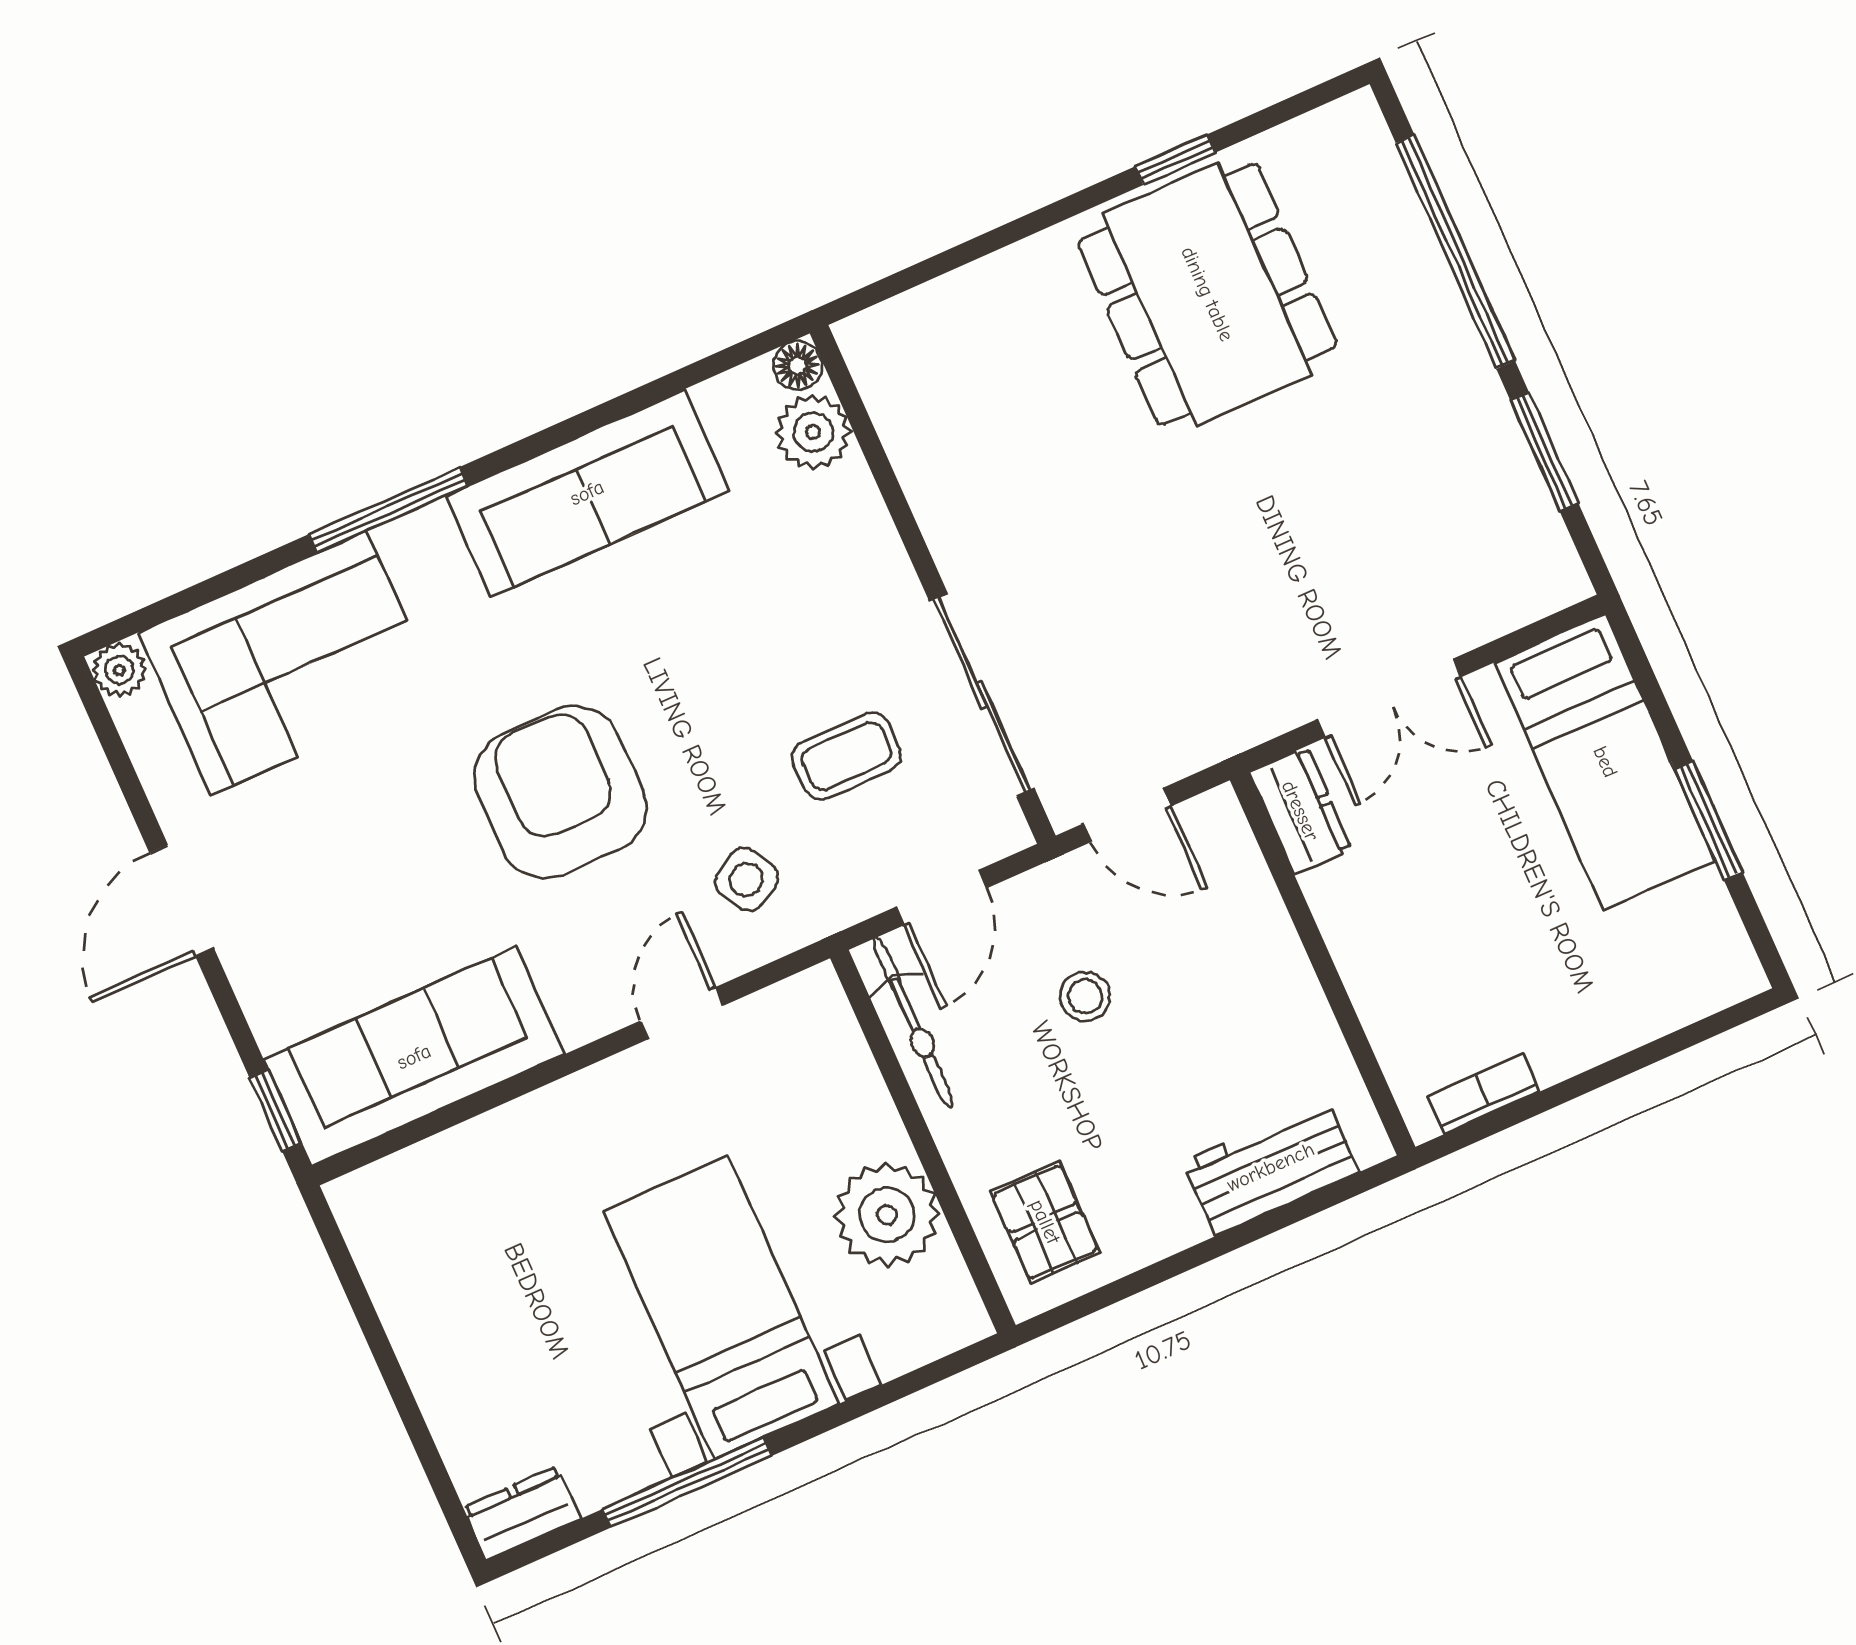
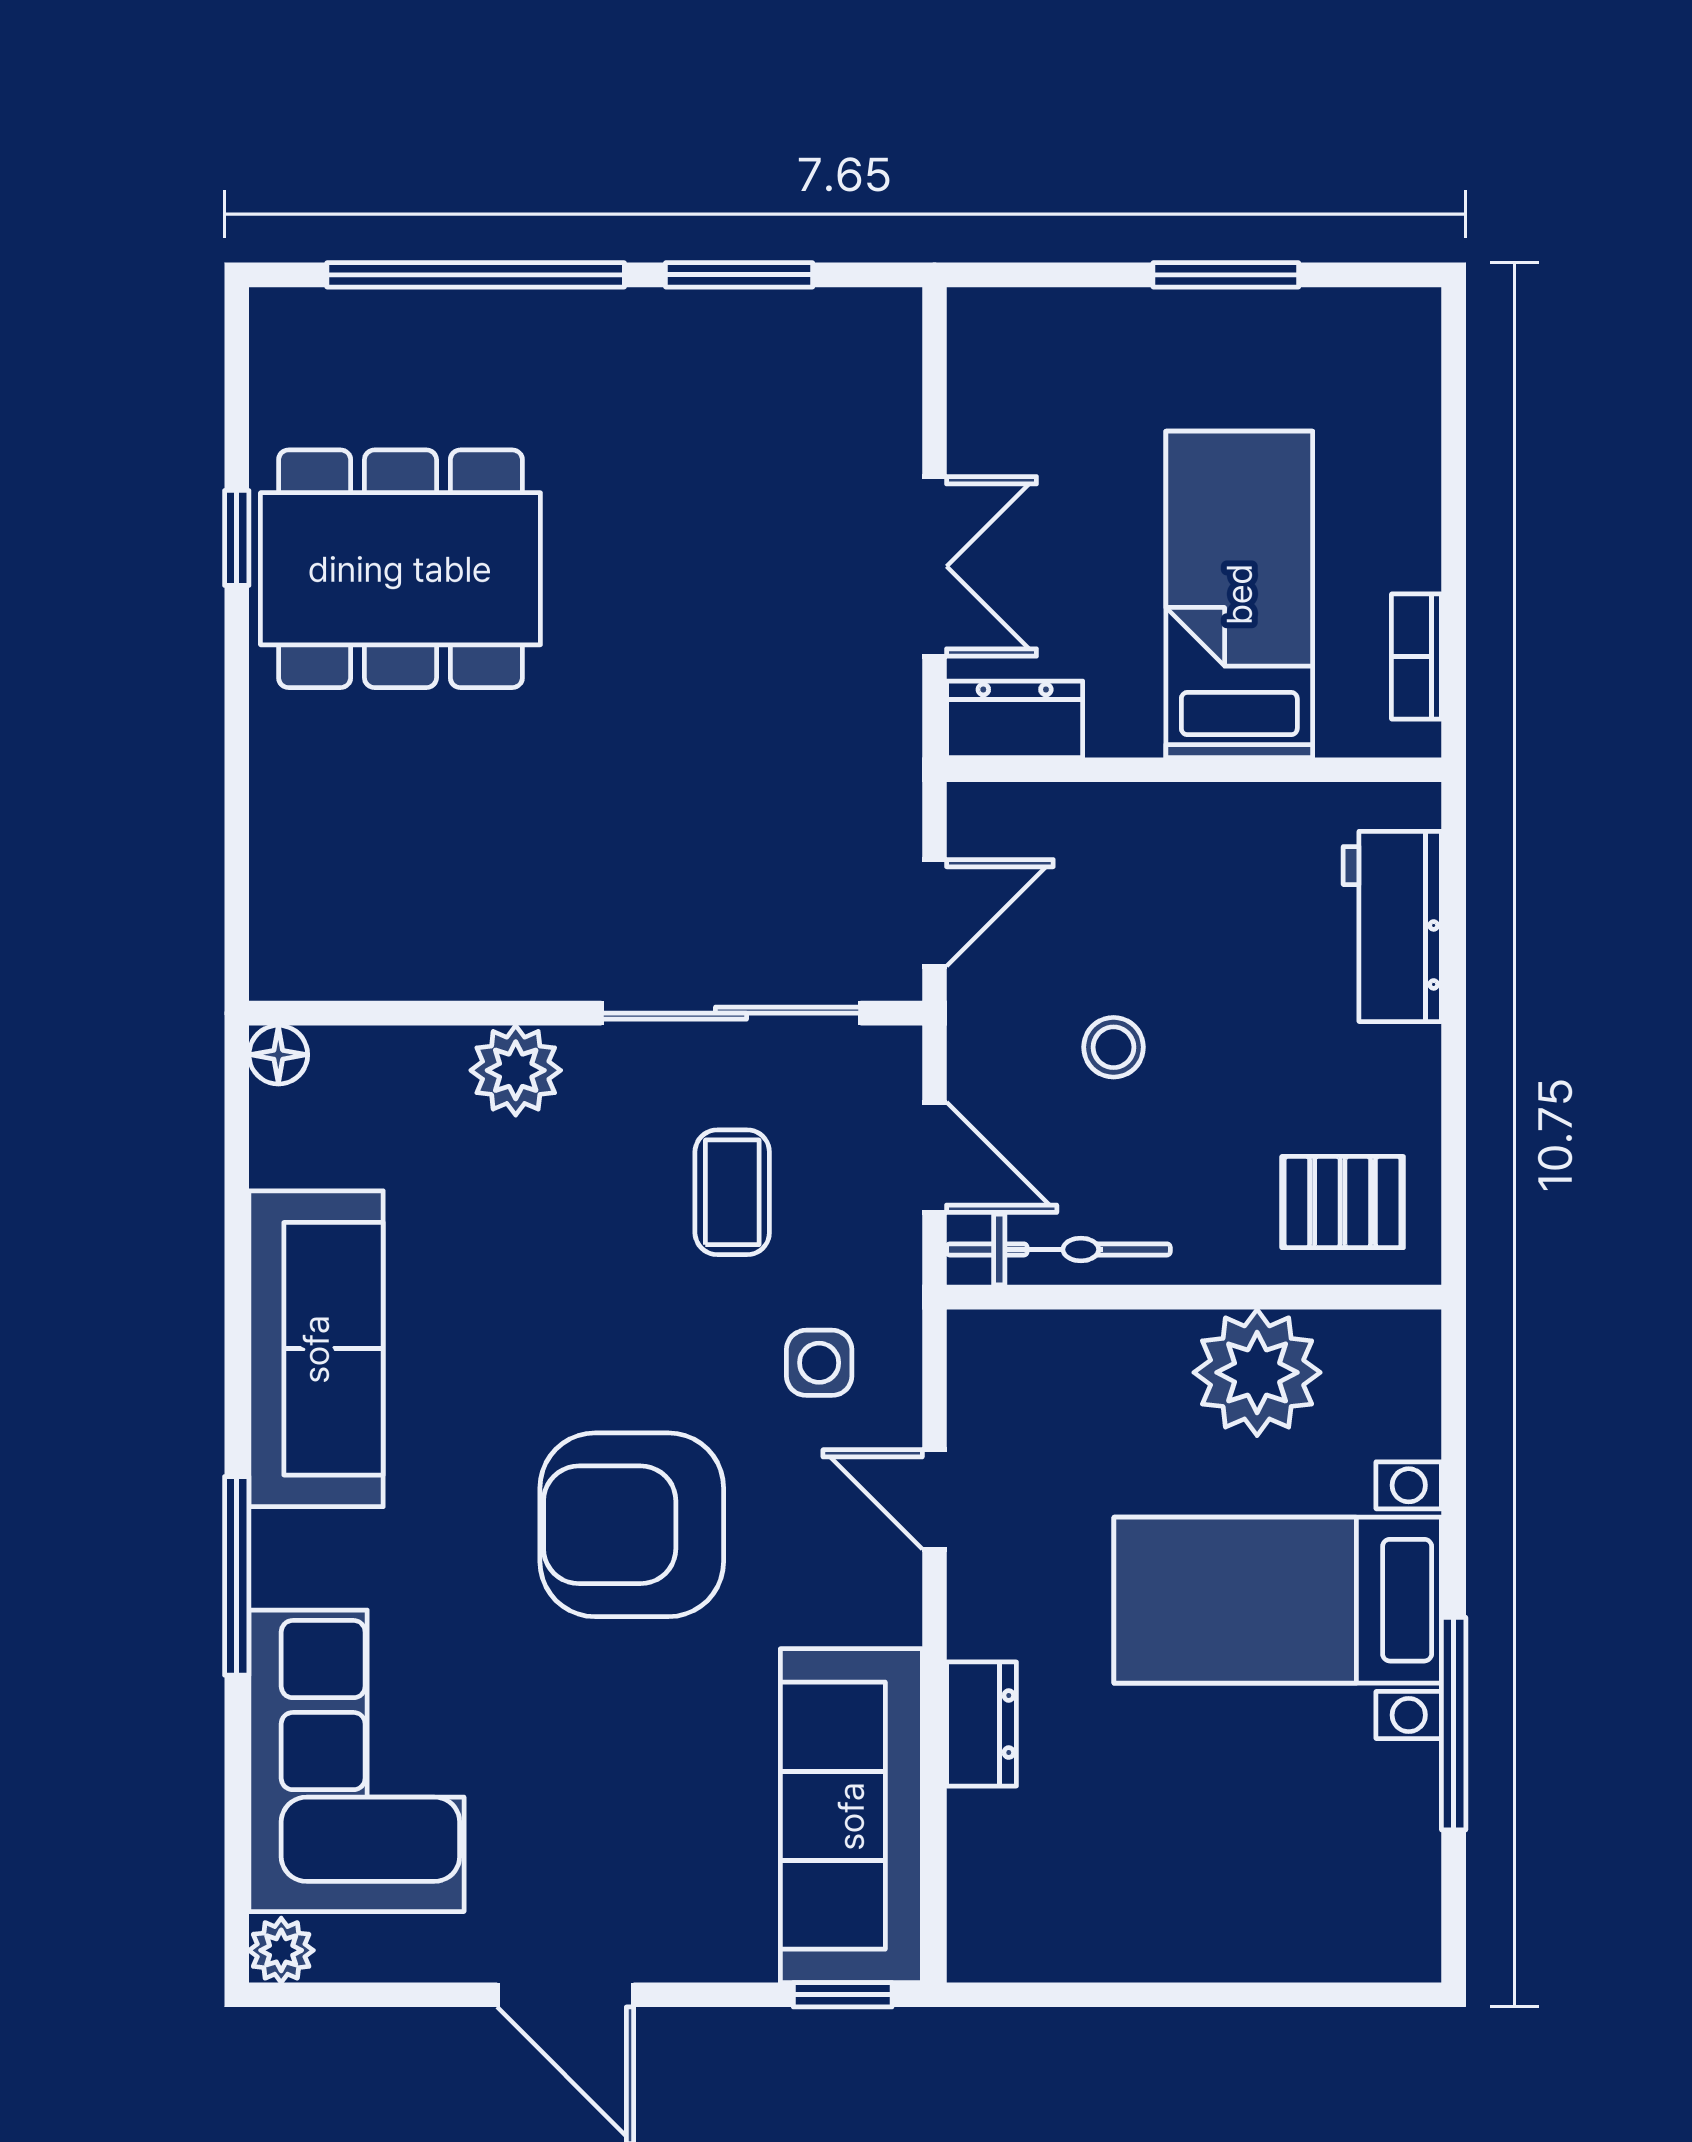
plant: (813, 432) -> (516, 1070), moved
bed: (1605, 762) -> (1239, 594), moved, turned -90
side table: (747, 880) -> (819, 1363), turned 31
dresser: (522, 1513) -> (982, 1724), moved, turned 180

